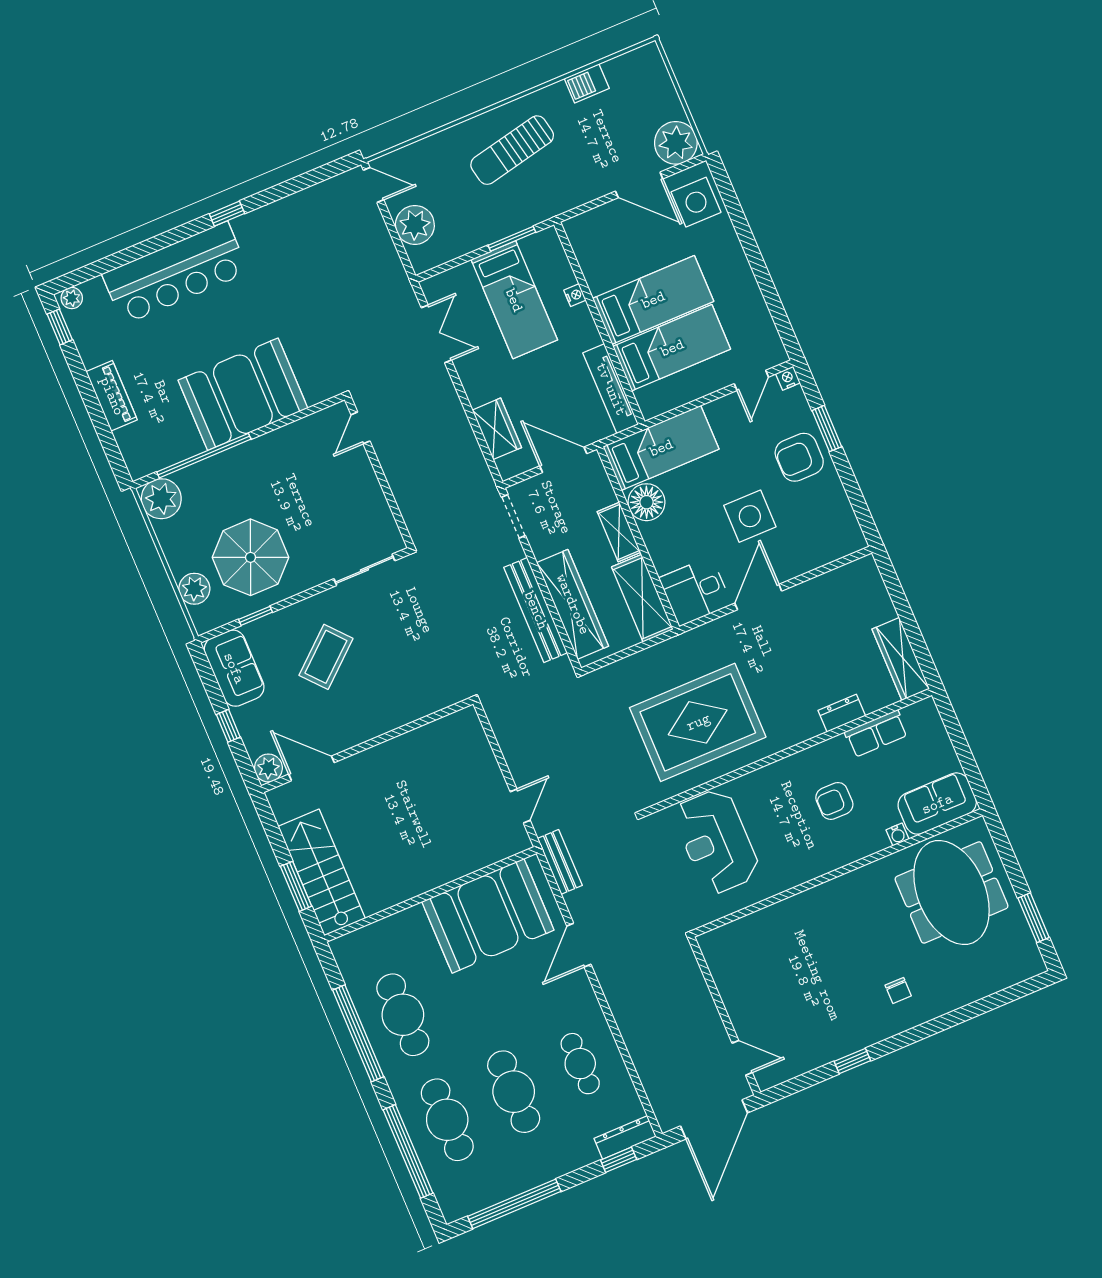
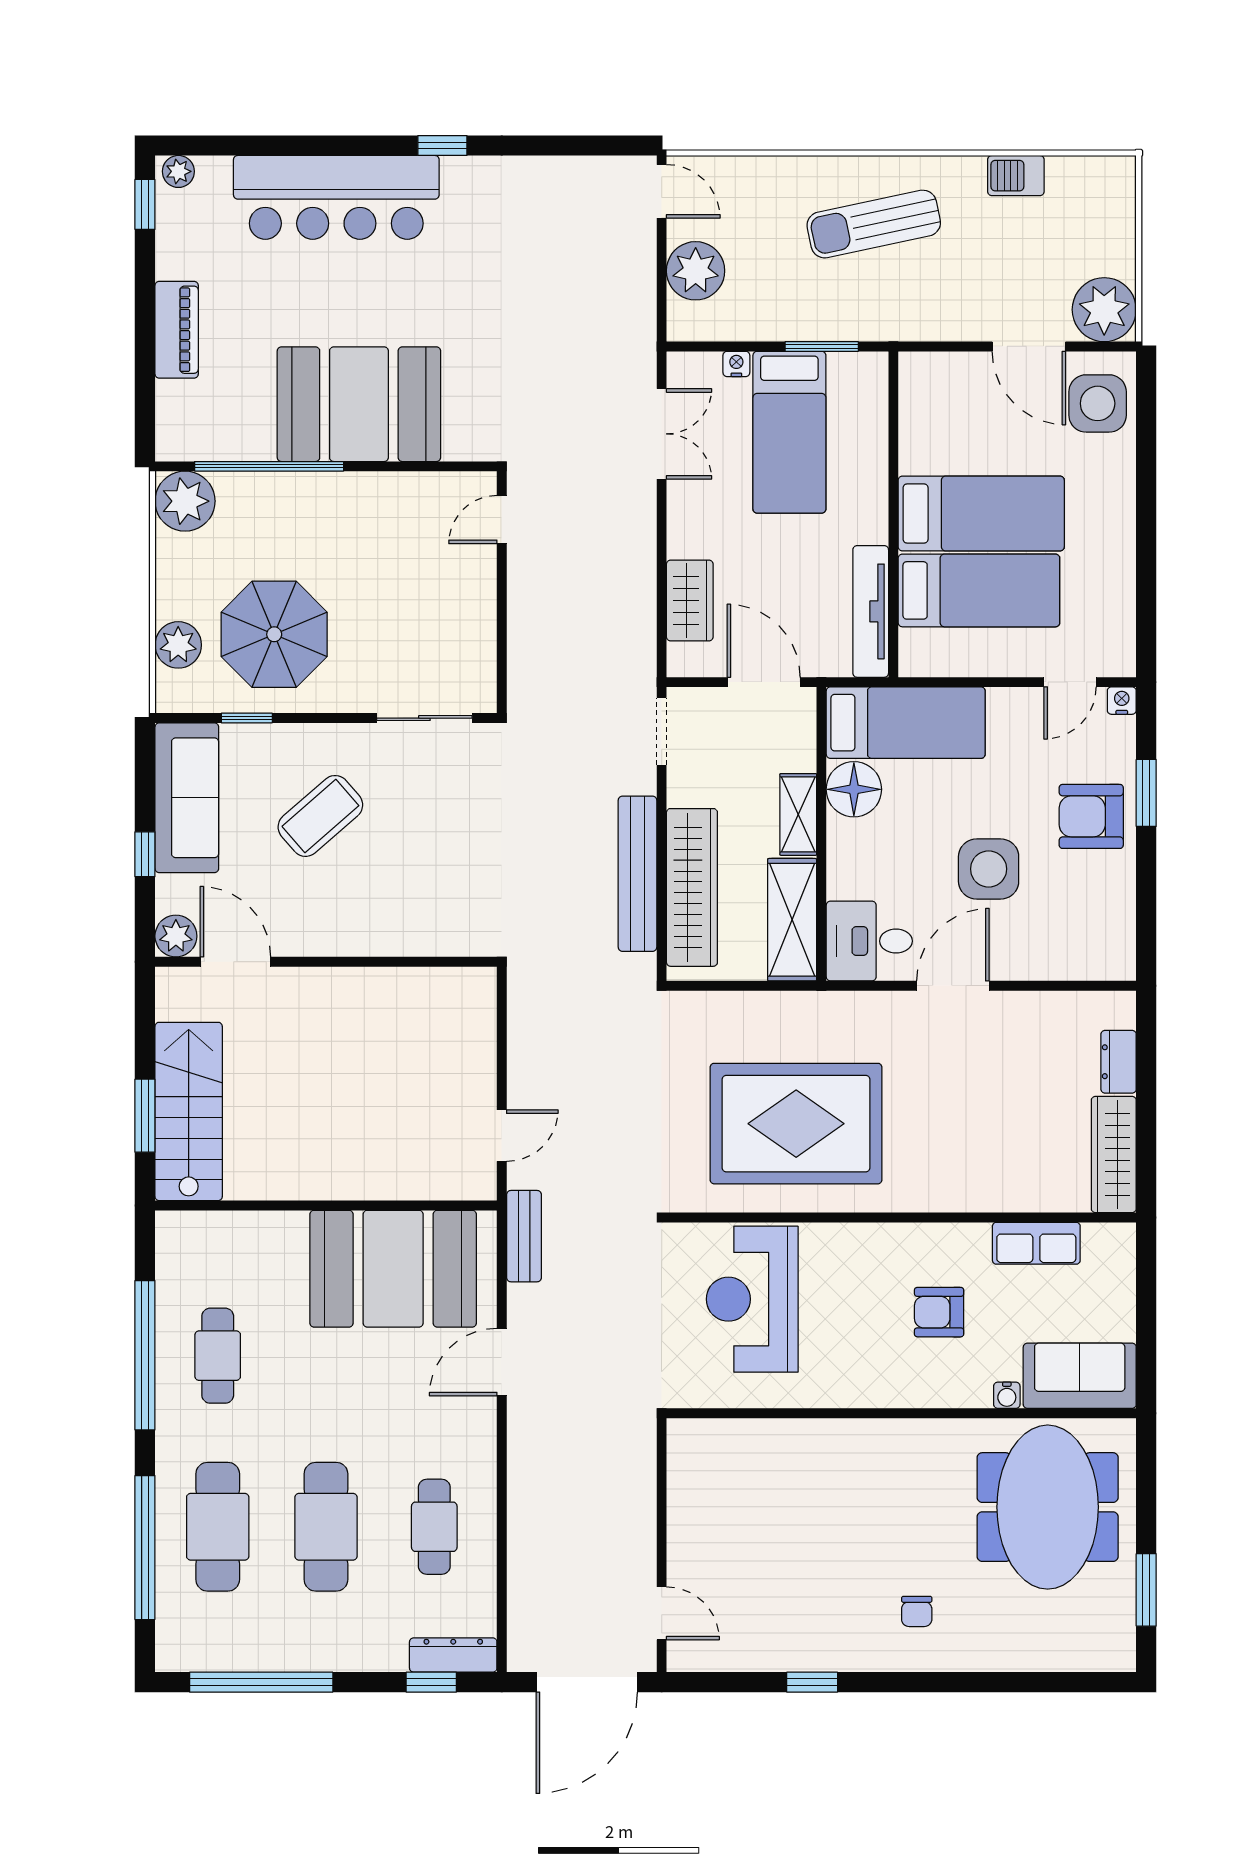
nightstand: (575, 295) -> (736, 364), moved, turned -90
sofa: (234, 668) -> (187, 798), width x1.36
dresser: (842, 713) -> (1119, 1062), moved, turned -90
cafe table: (403, 1015) -> (218, 1356), width x0.73, depth x0.74

